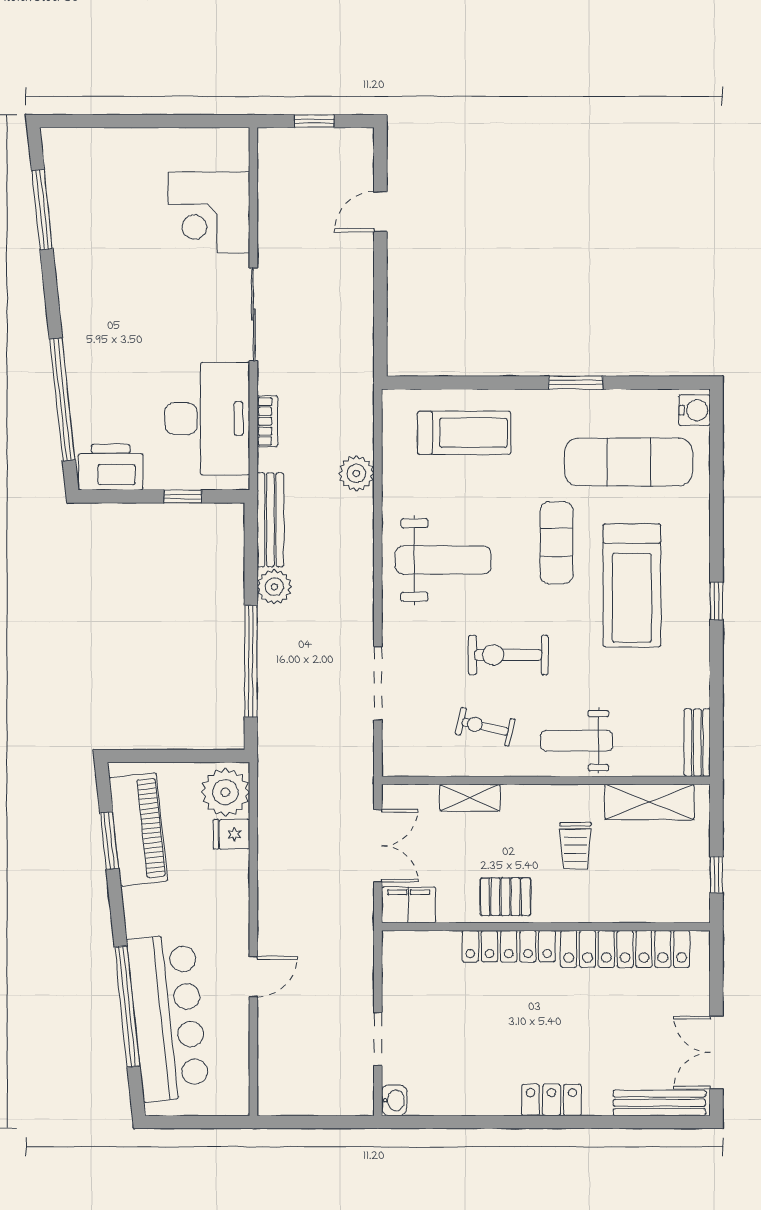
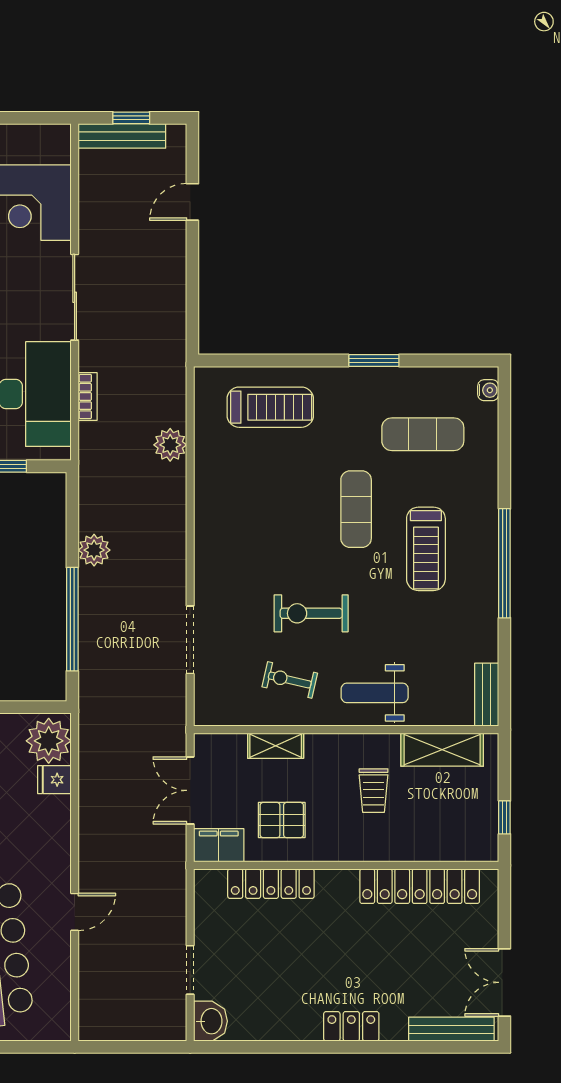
water cooler: (695, 410) -> (488, 390), width x0.72, depth x0.72
exercise mat: (629, 462) -> (423, 434), width x0.73, depth x0.69
bench: (270, 520) -> (122, 136), moved, turned 90
weight bench: (443, 560) -> (251, 525), removed
treadmill: (632, 585) -> (426, 549), width x0.73, depth x0.73
window: (716, 601) -> (504, 563), width x3.17
double door: (378, 846) -> (190, 790), swing flipped
pallet: (505, 897) -> (282, 820), moved
locker: (509, 946) -> (271, 884), moved
washbasin: (394, 1100) -> (210, 1021), width x1.38, depth x1.45

